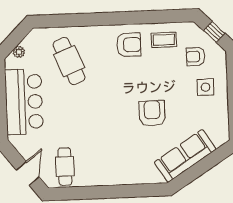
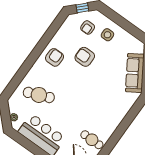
coffee table: (164, 40) -> (66, 37), removed
armchair: (152, 113) -> (85, 57), moved

